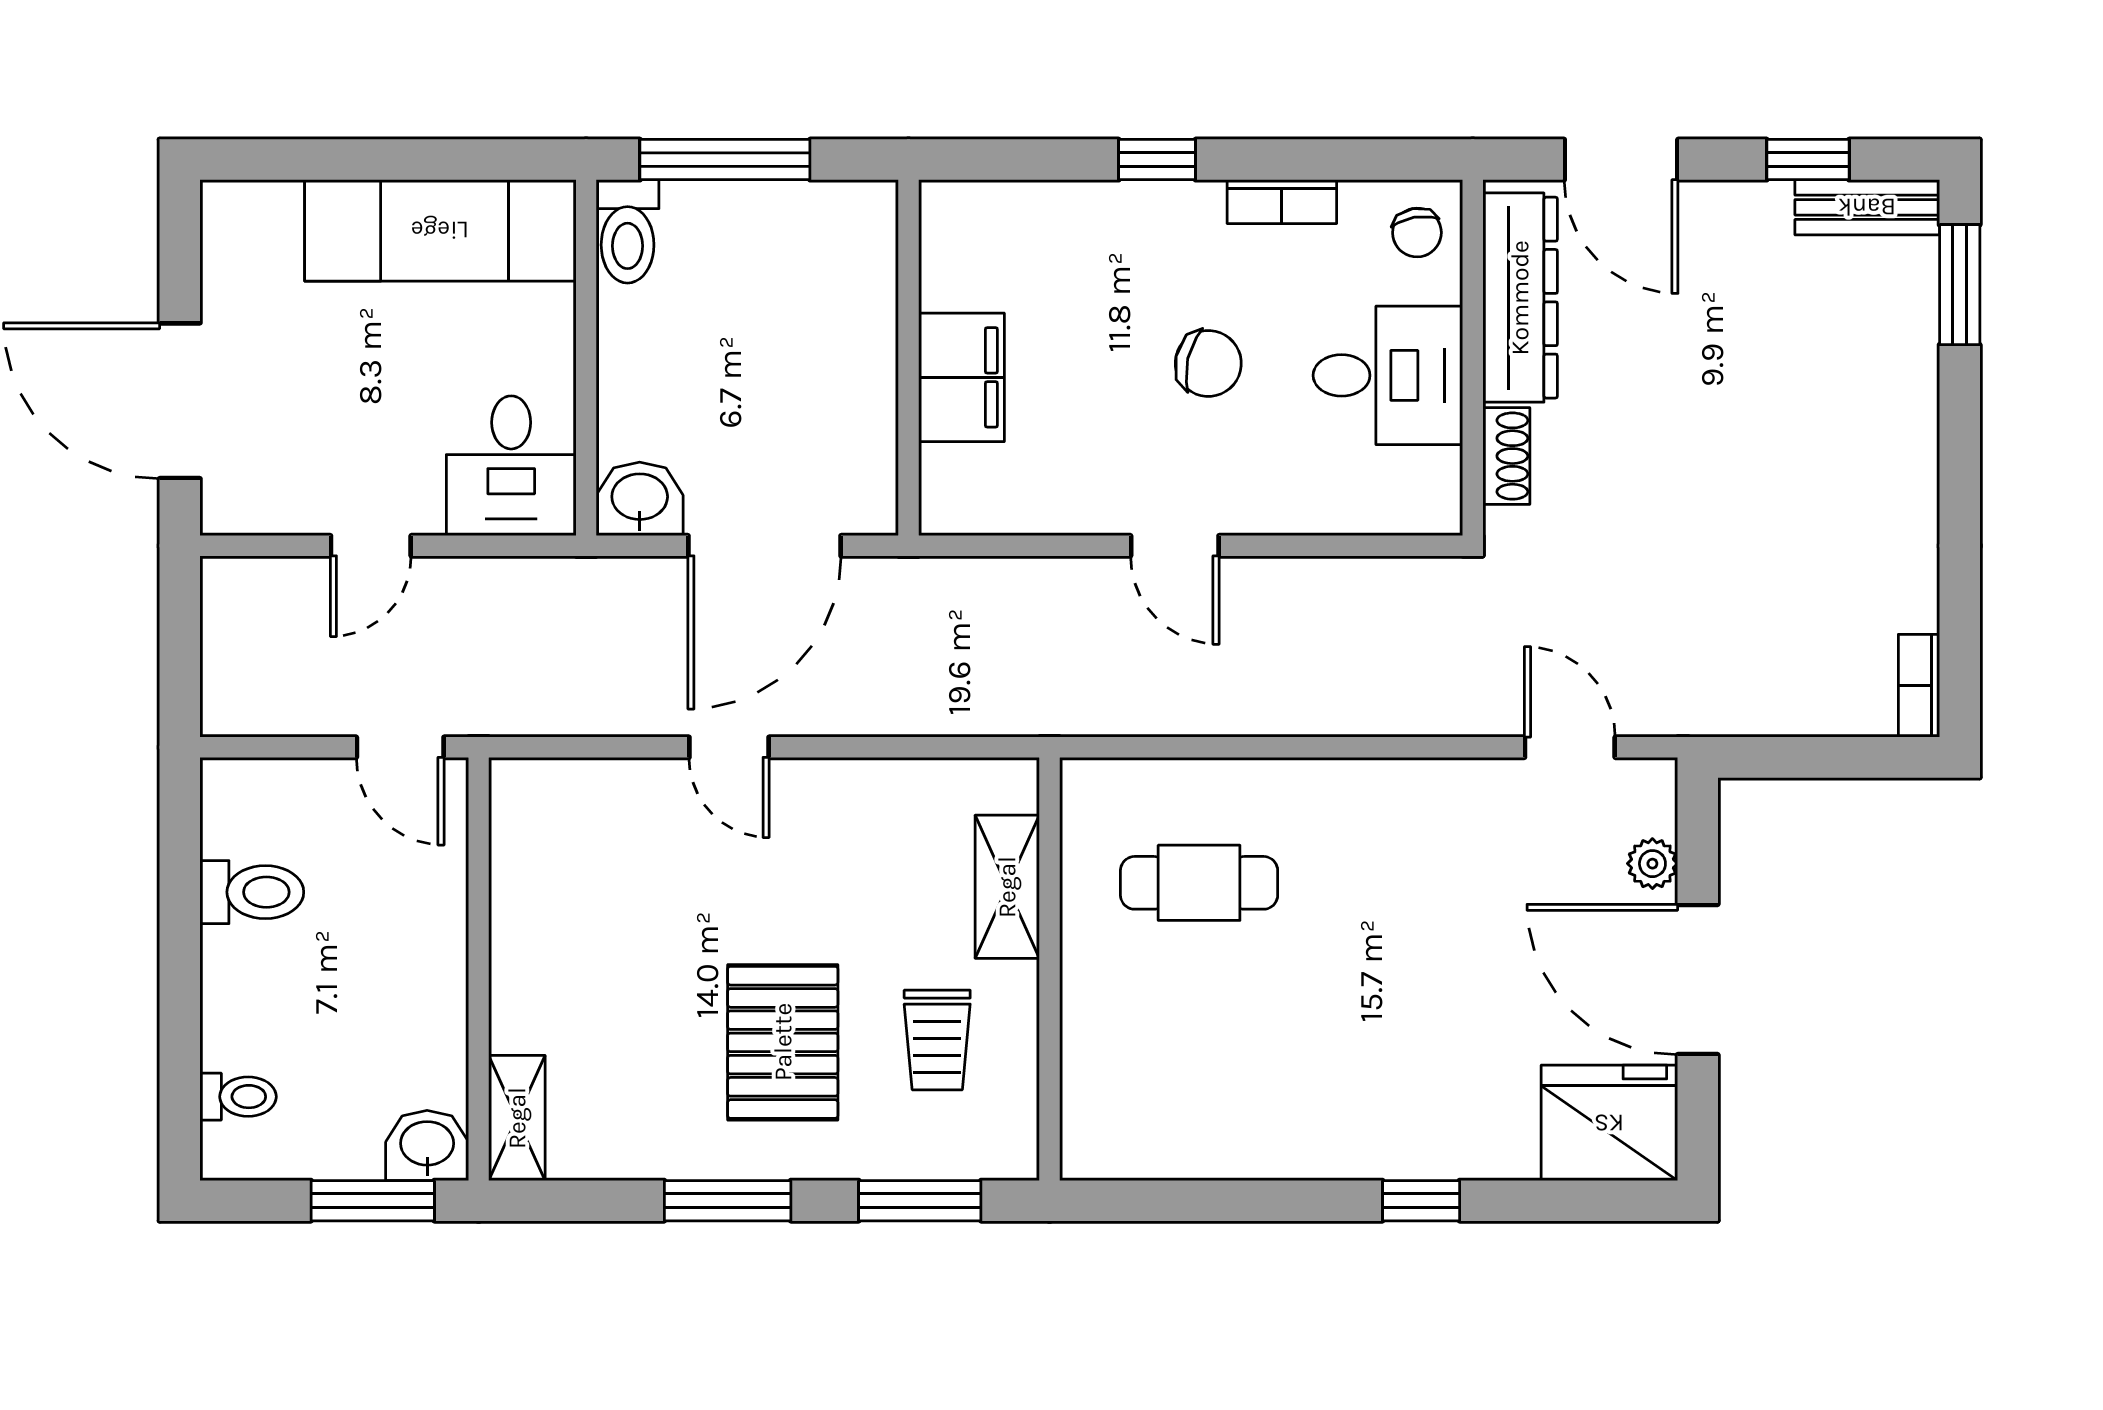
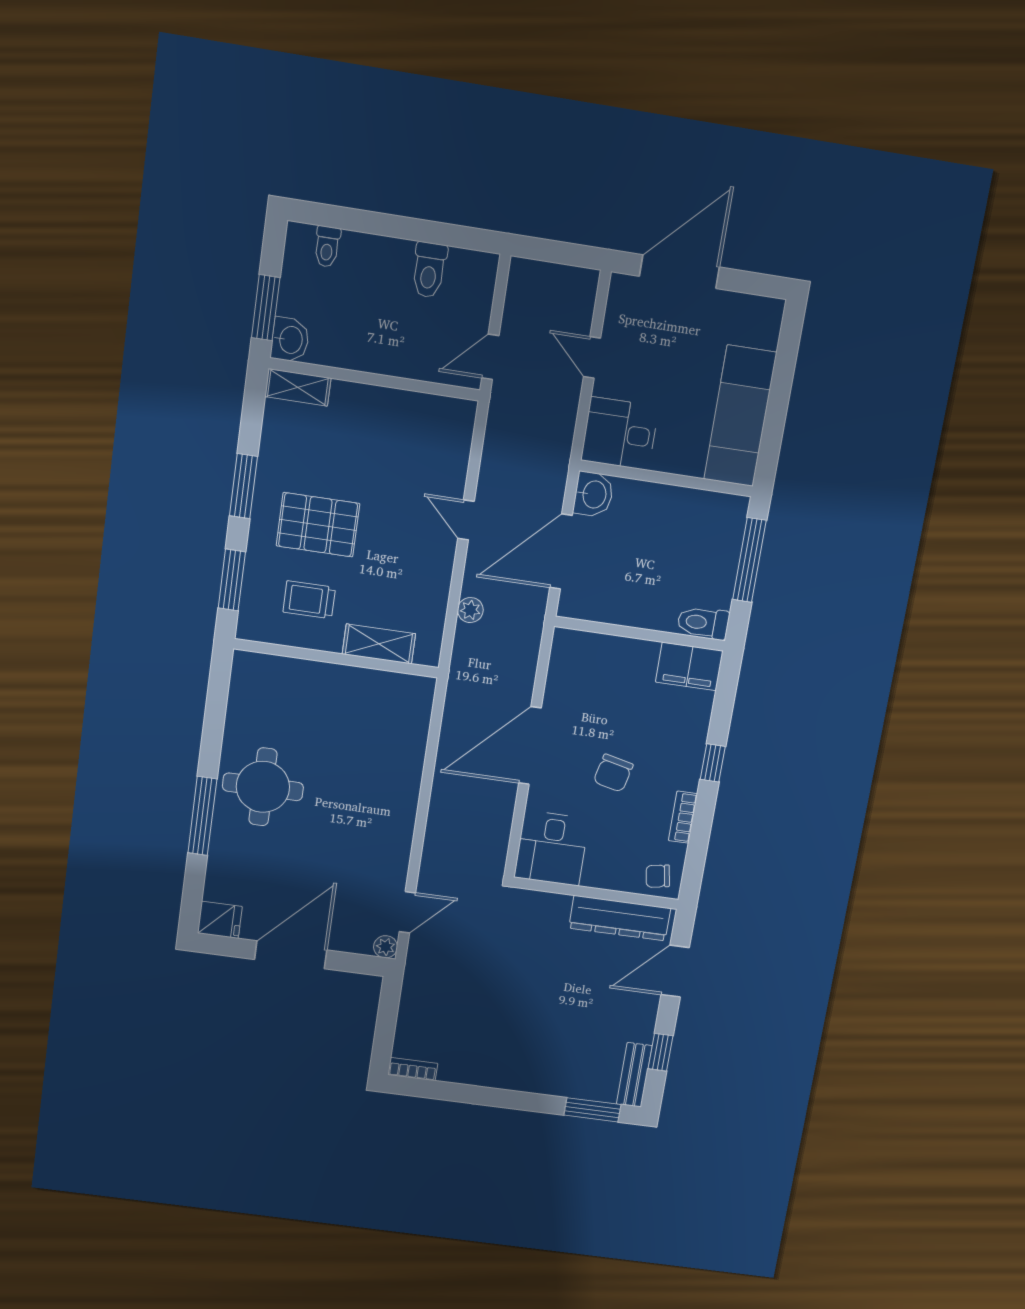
toilet: (628, 231) -> (703, 623), moved
desk: (1388, 375) -> (552, 848), moved
filing cabinet: (961, 377) -> (689, 666), moved
shoe rack: (1506, 456) -> (547, 902), removed
door: (765, 546) -> (561, 552), hinge flipped
door: (1175, 546) -> (530, 746), width x1.88
plant: (910, 711) -> (470, 610), added
door: (729, 747) -> (466, 520), hinge flipped
plant: (1652, 864) -> (386, 947), moved
cafe table: (1199, 883) -> (368, 734), removed
round table: (1341, 1084) -> (263, 787), added
fridge: (1609, 1123) -> (220, 920), width x0.53, depth x0.75
window: (1421, 1201) -> (202, 816), width x2.17

